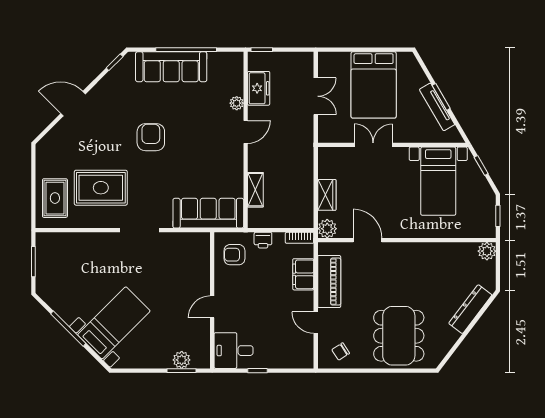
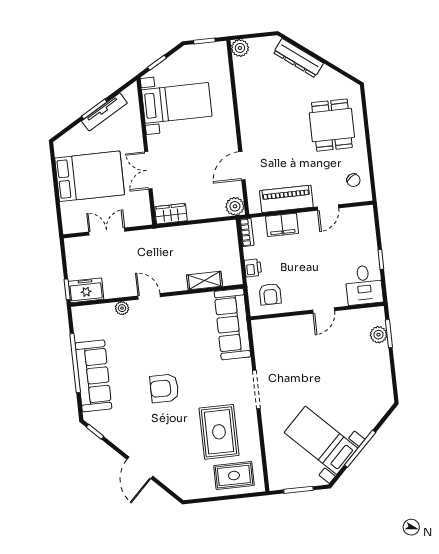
freezer: (259, 88) -> (86, 290), moved
wardrobe: (327, 195) -> (171, 214), moved
door: (212, 307) -> (324, 310), hinge flipped
bed with nightstands: (114, 323) -> (321, 440), moved
dining table: (399, 336) -> (332, 125), width x0.73

